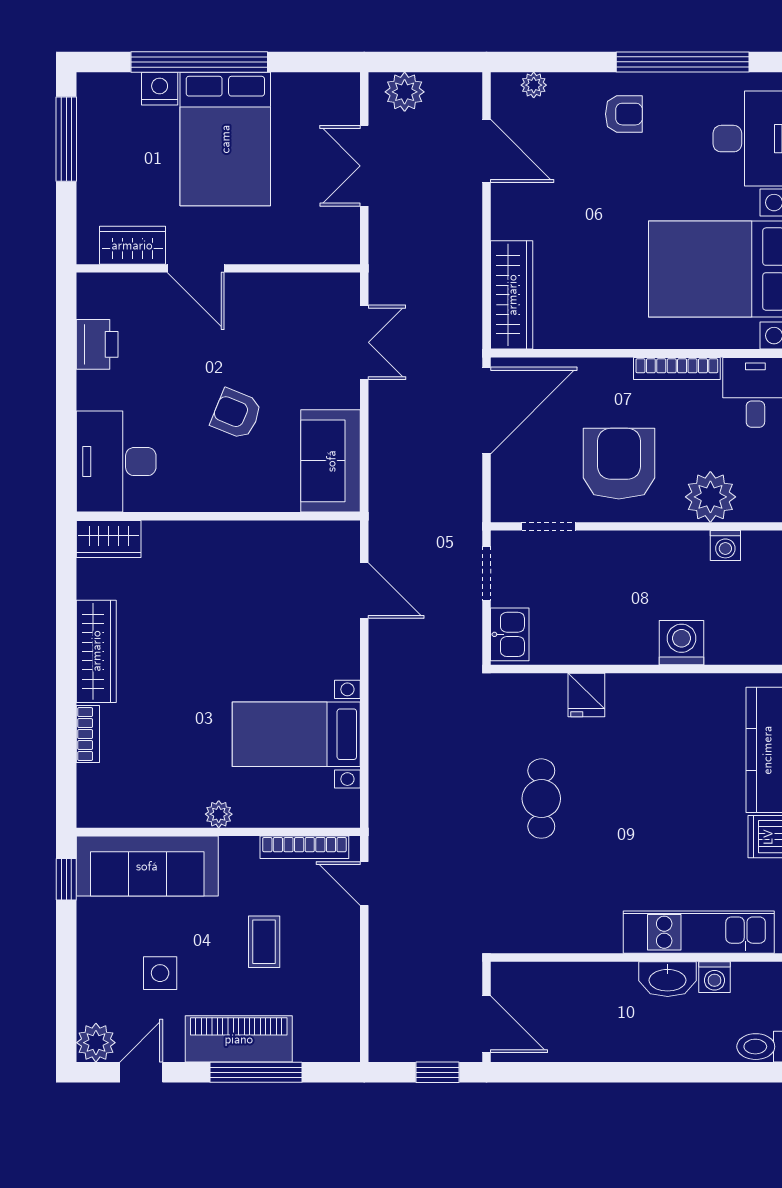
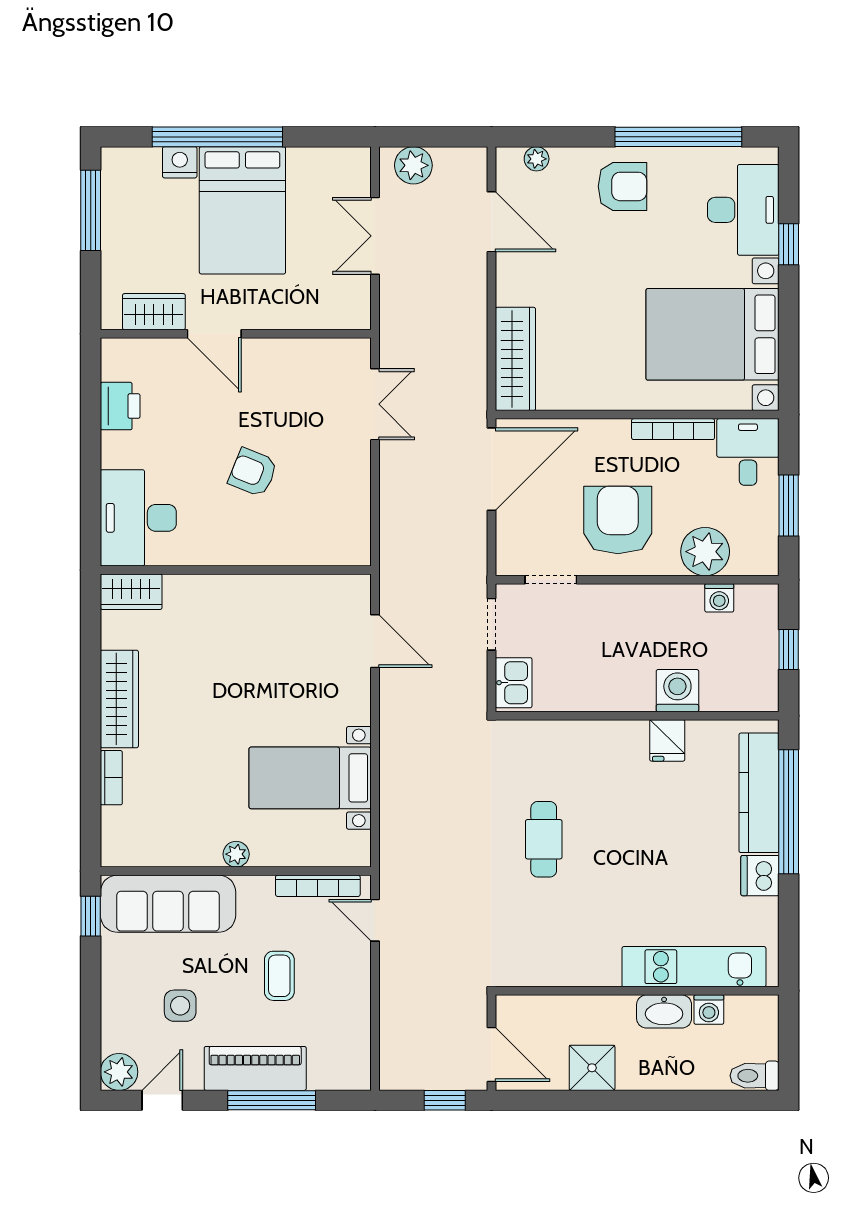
armchair: (624, 114) -> (622, 186), width x1.38, depth x1.38
sofa: (331, 461) -> (343, 517), removed
fridge: (586, 695) -> (667, 740), moved
shower: (592, 1038) -> (592, 1068), added

